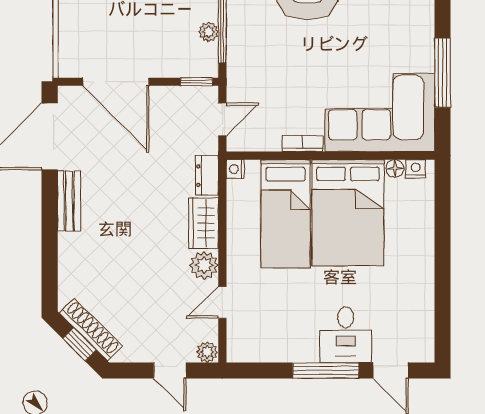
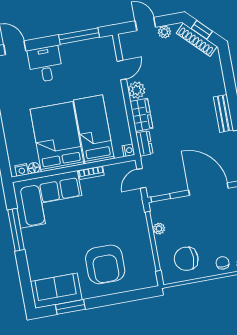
plant: (207, 352) -> (164, 32), moved
window: (326, 370) -> (79, 36), moved

